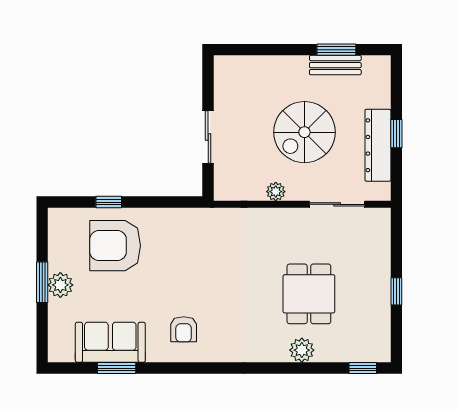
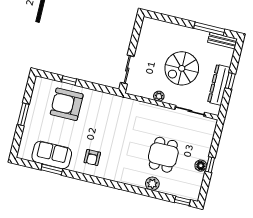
window: (336, 50) -> (209, 29), width x1.44
bench: (335, 65) -> (222, 41), moved
sliding door: (208, 137) -> (127, 70), moved
plant: (60, 285) -> (33, 118), removed
floor lamp: (380, 297) -> (201, 166), added

